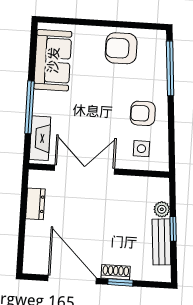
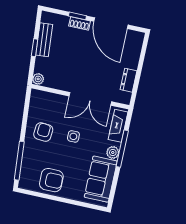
plant: (42, 100) -> (113, 152), added
armchair: (143, 113) -> (43, 132), turned -85
side table: (141, 149) -> (73, 136), moved
plant: (162, 209) -> (38, 79), moved

